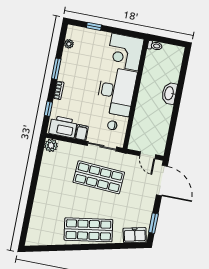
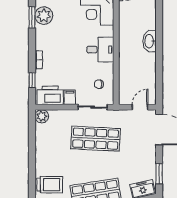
plant: (69, 44) -> (44, 16), width x1.88, depth x1.88
window: (56, 69) -> (32, 17), moved
desk: (116, 91) -> (100, 50), width x0.53, depth x0.77
door: (148, 155) -> (140, 107), swing flipped
trolley: (46, 213) -> (50, 185), added

